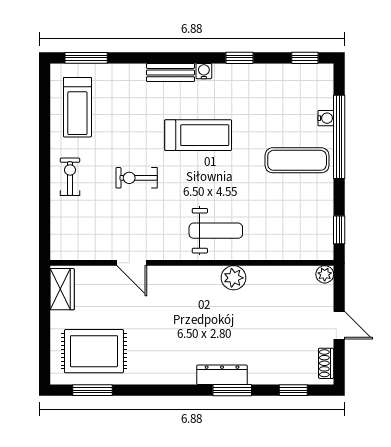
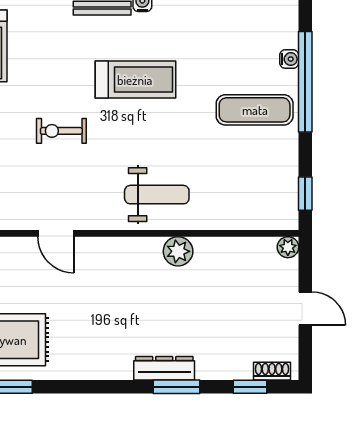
shoe rack: (326, 363) -> (272, 371), moved, turned 90

